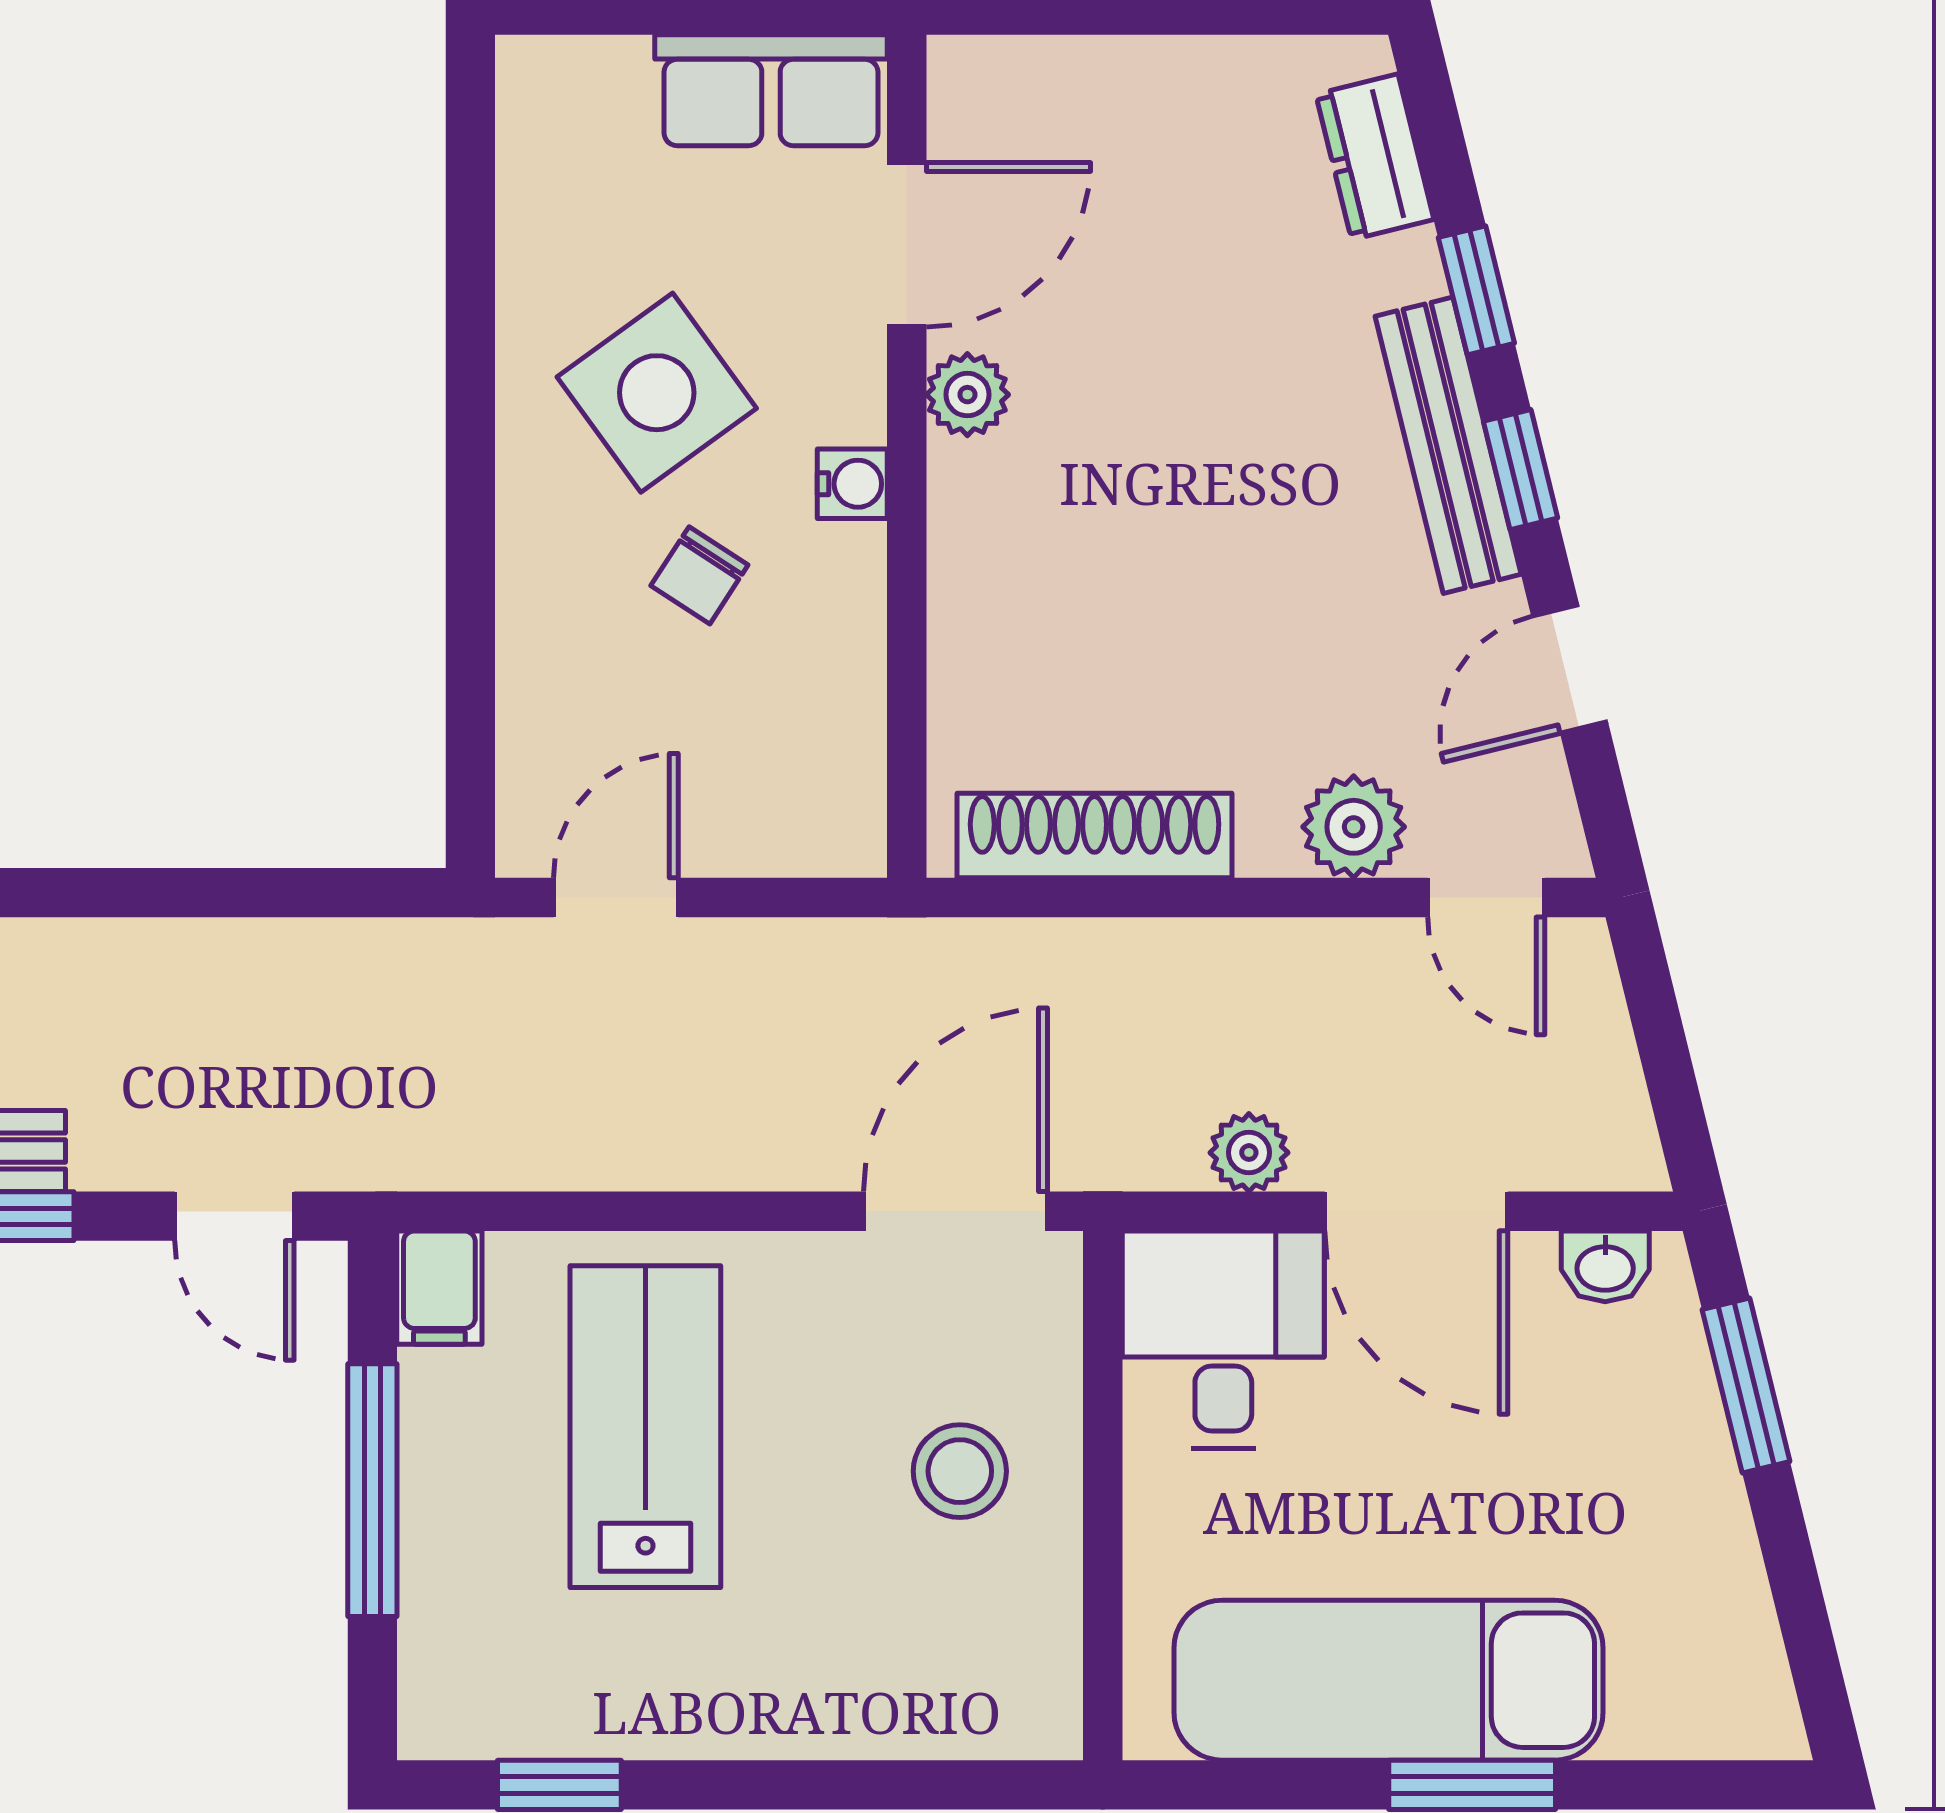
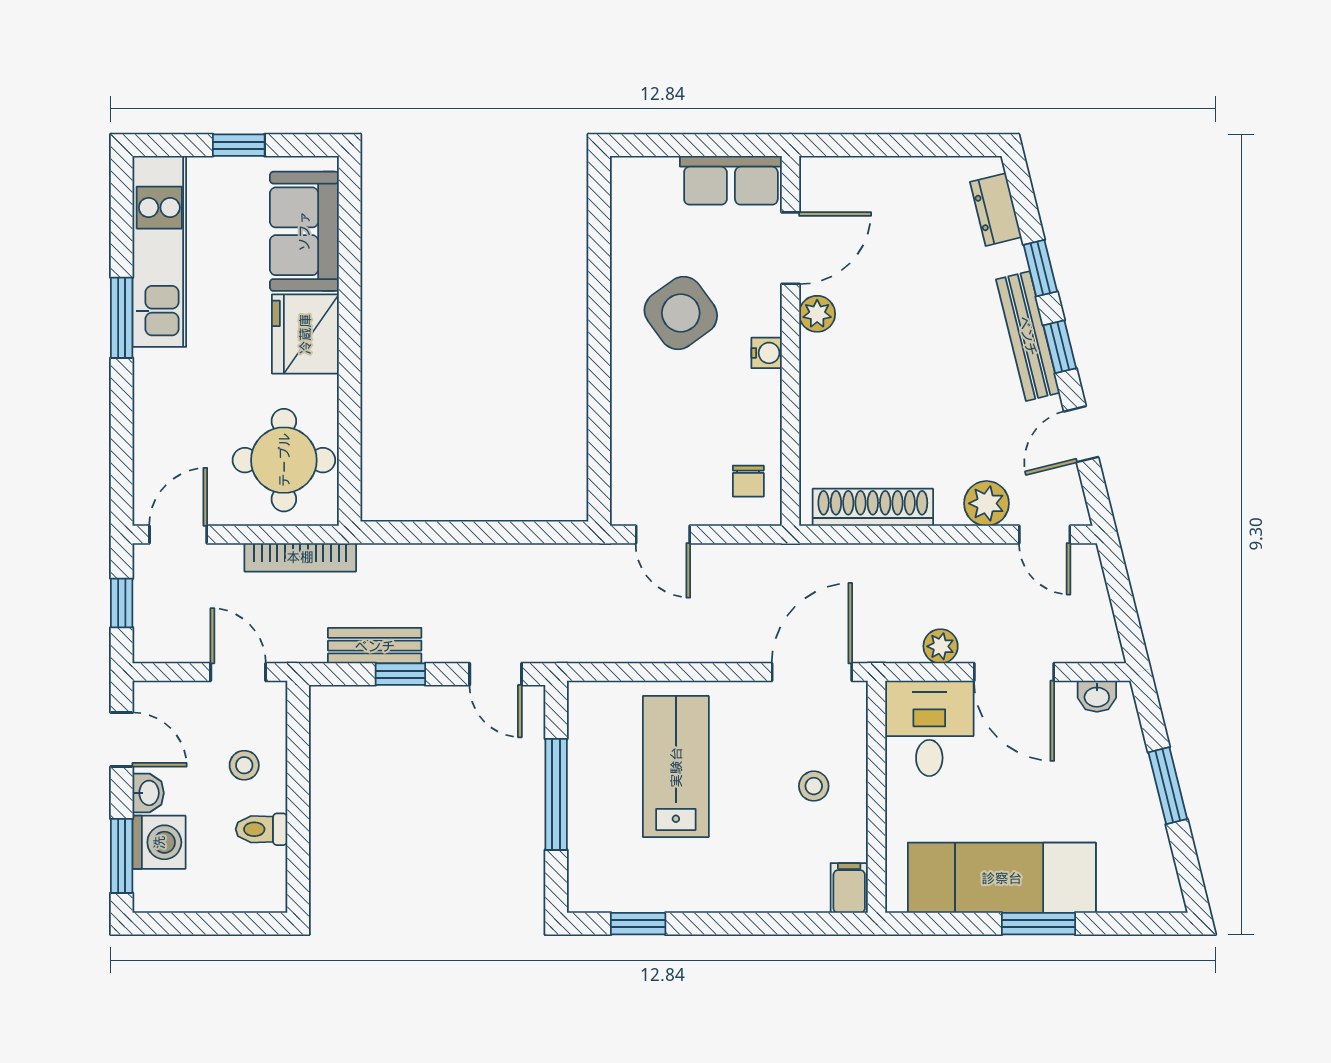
chair: (699, 575) -> (748, 481), moved, turned -33
door: (616, 898) -> (663, 534), swing flipped
filing cabinet: (439, 1288) -> (849, 888), moved, turned 180
window: (1746, 1385) -> (1168, 786), moved
stool: (960, 1471) -> (814, 786), width x0.73, depth x0.73

